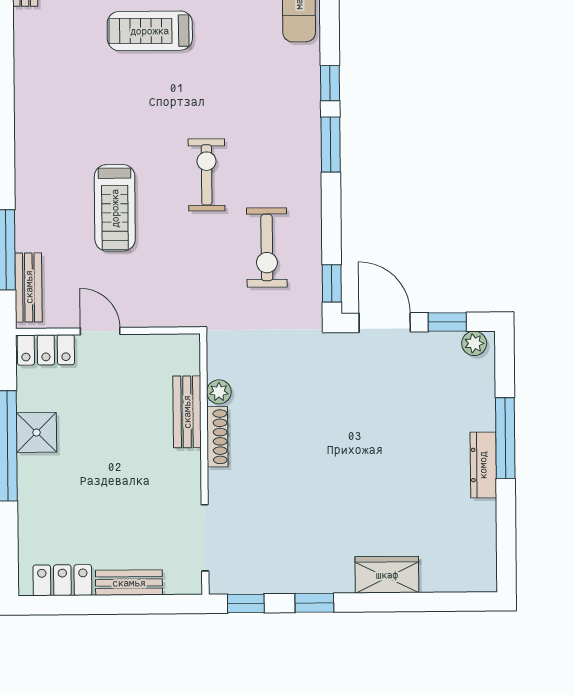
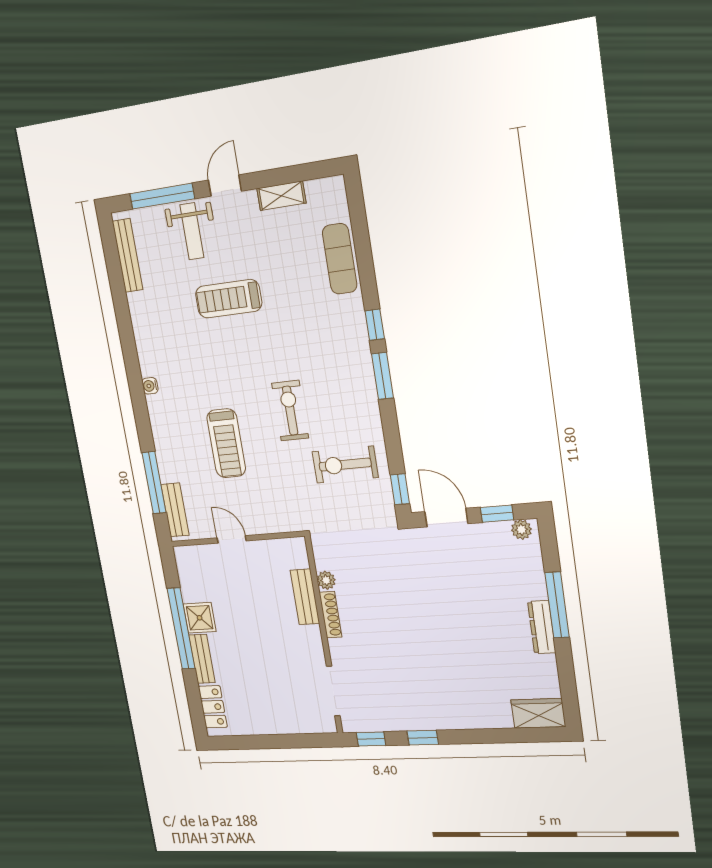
water cooler: (24, 126) -> (150, 386), added
exercise bike: (267, 248) -> (345, 465), turned 90
locker: (46, 350) -> (195, 556), removed
wardrobe: (387, 575) -> (538, 713), moved
locker: (62, 580) -> (213, 707), moved, turned 90
bench: (129, 583) -> (202, 659), moved, turned 90

